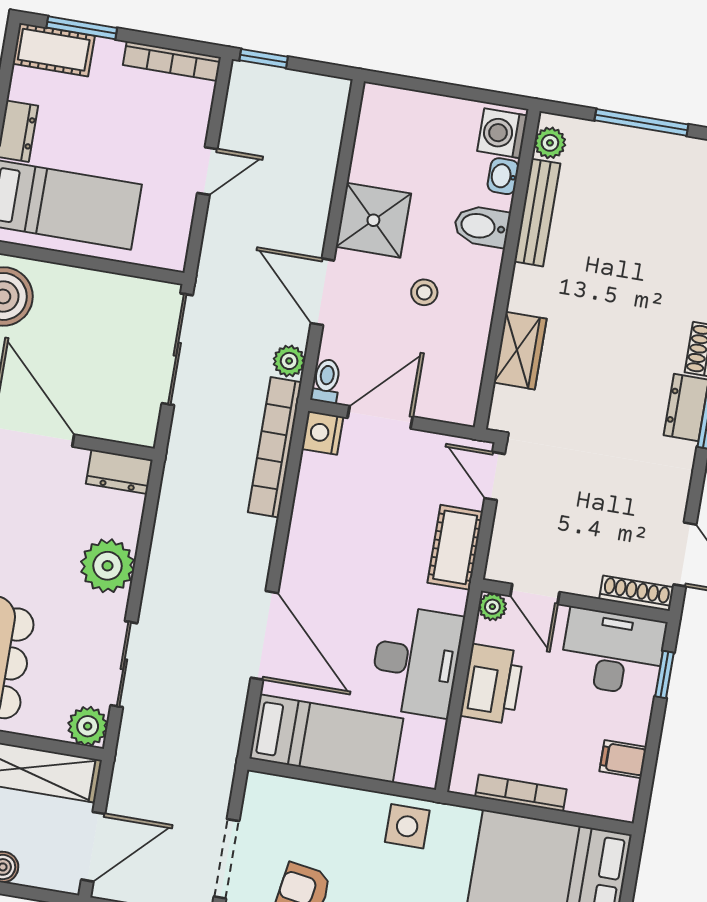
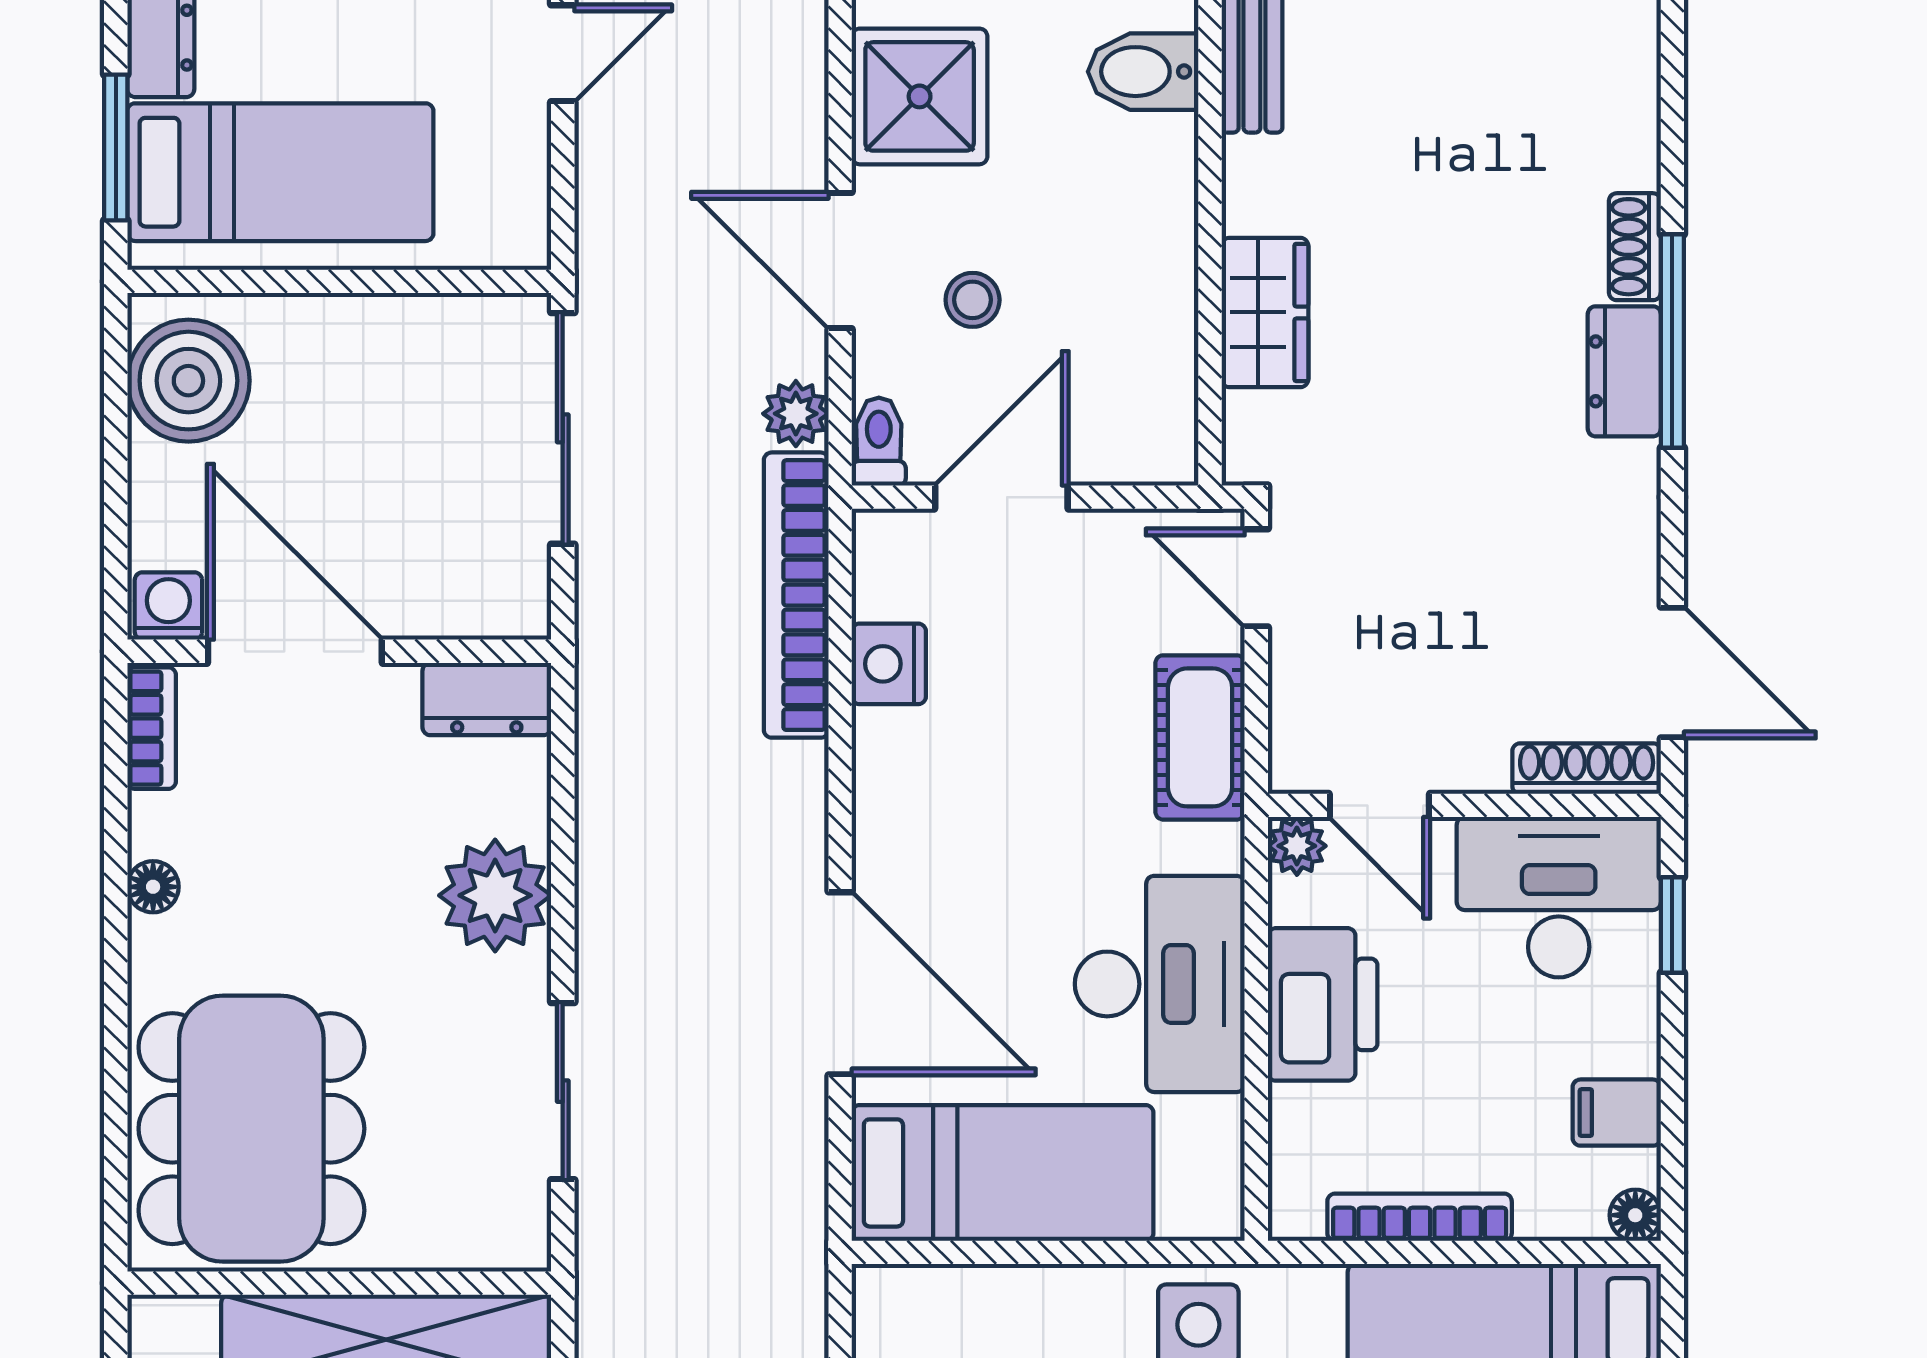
stool: (424, 292) -> (973, 300), moved
nightstand: (322, 433) -> (889, 664), moved
plant: (88, 726) -> (510, 1231), removed
floor lamp: (624, 809) -> (1635, 1215), added

